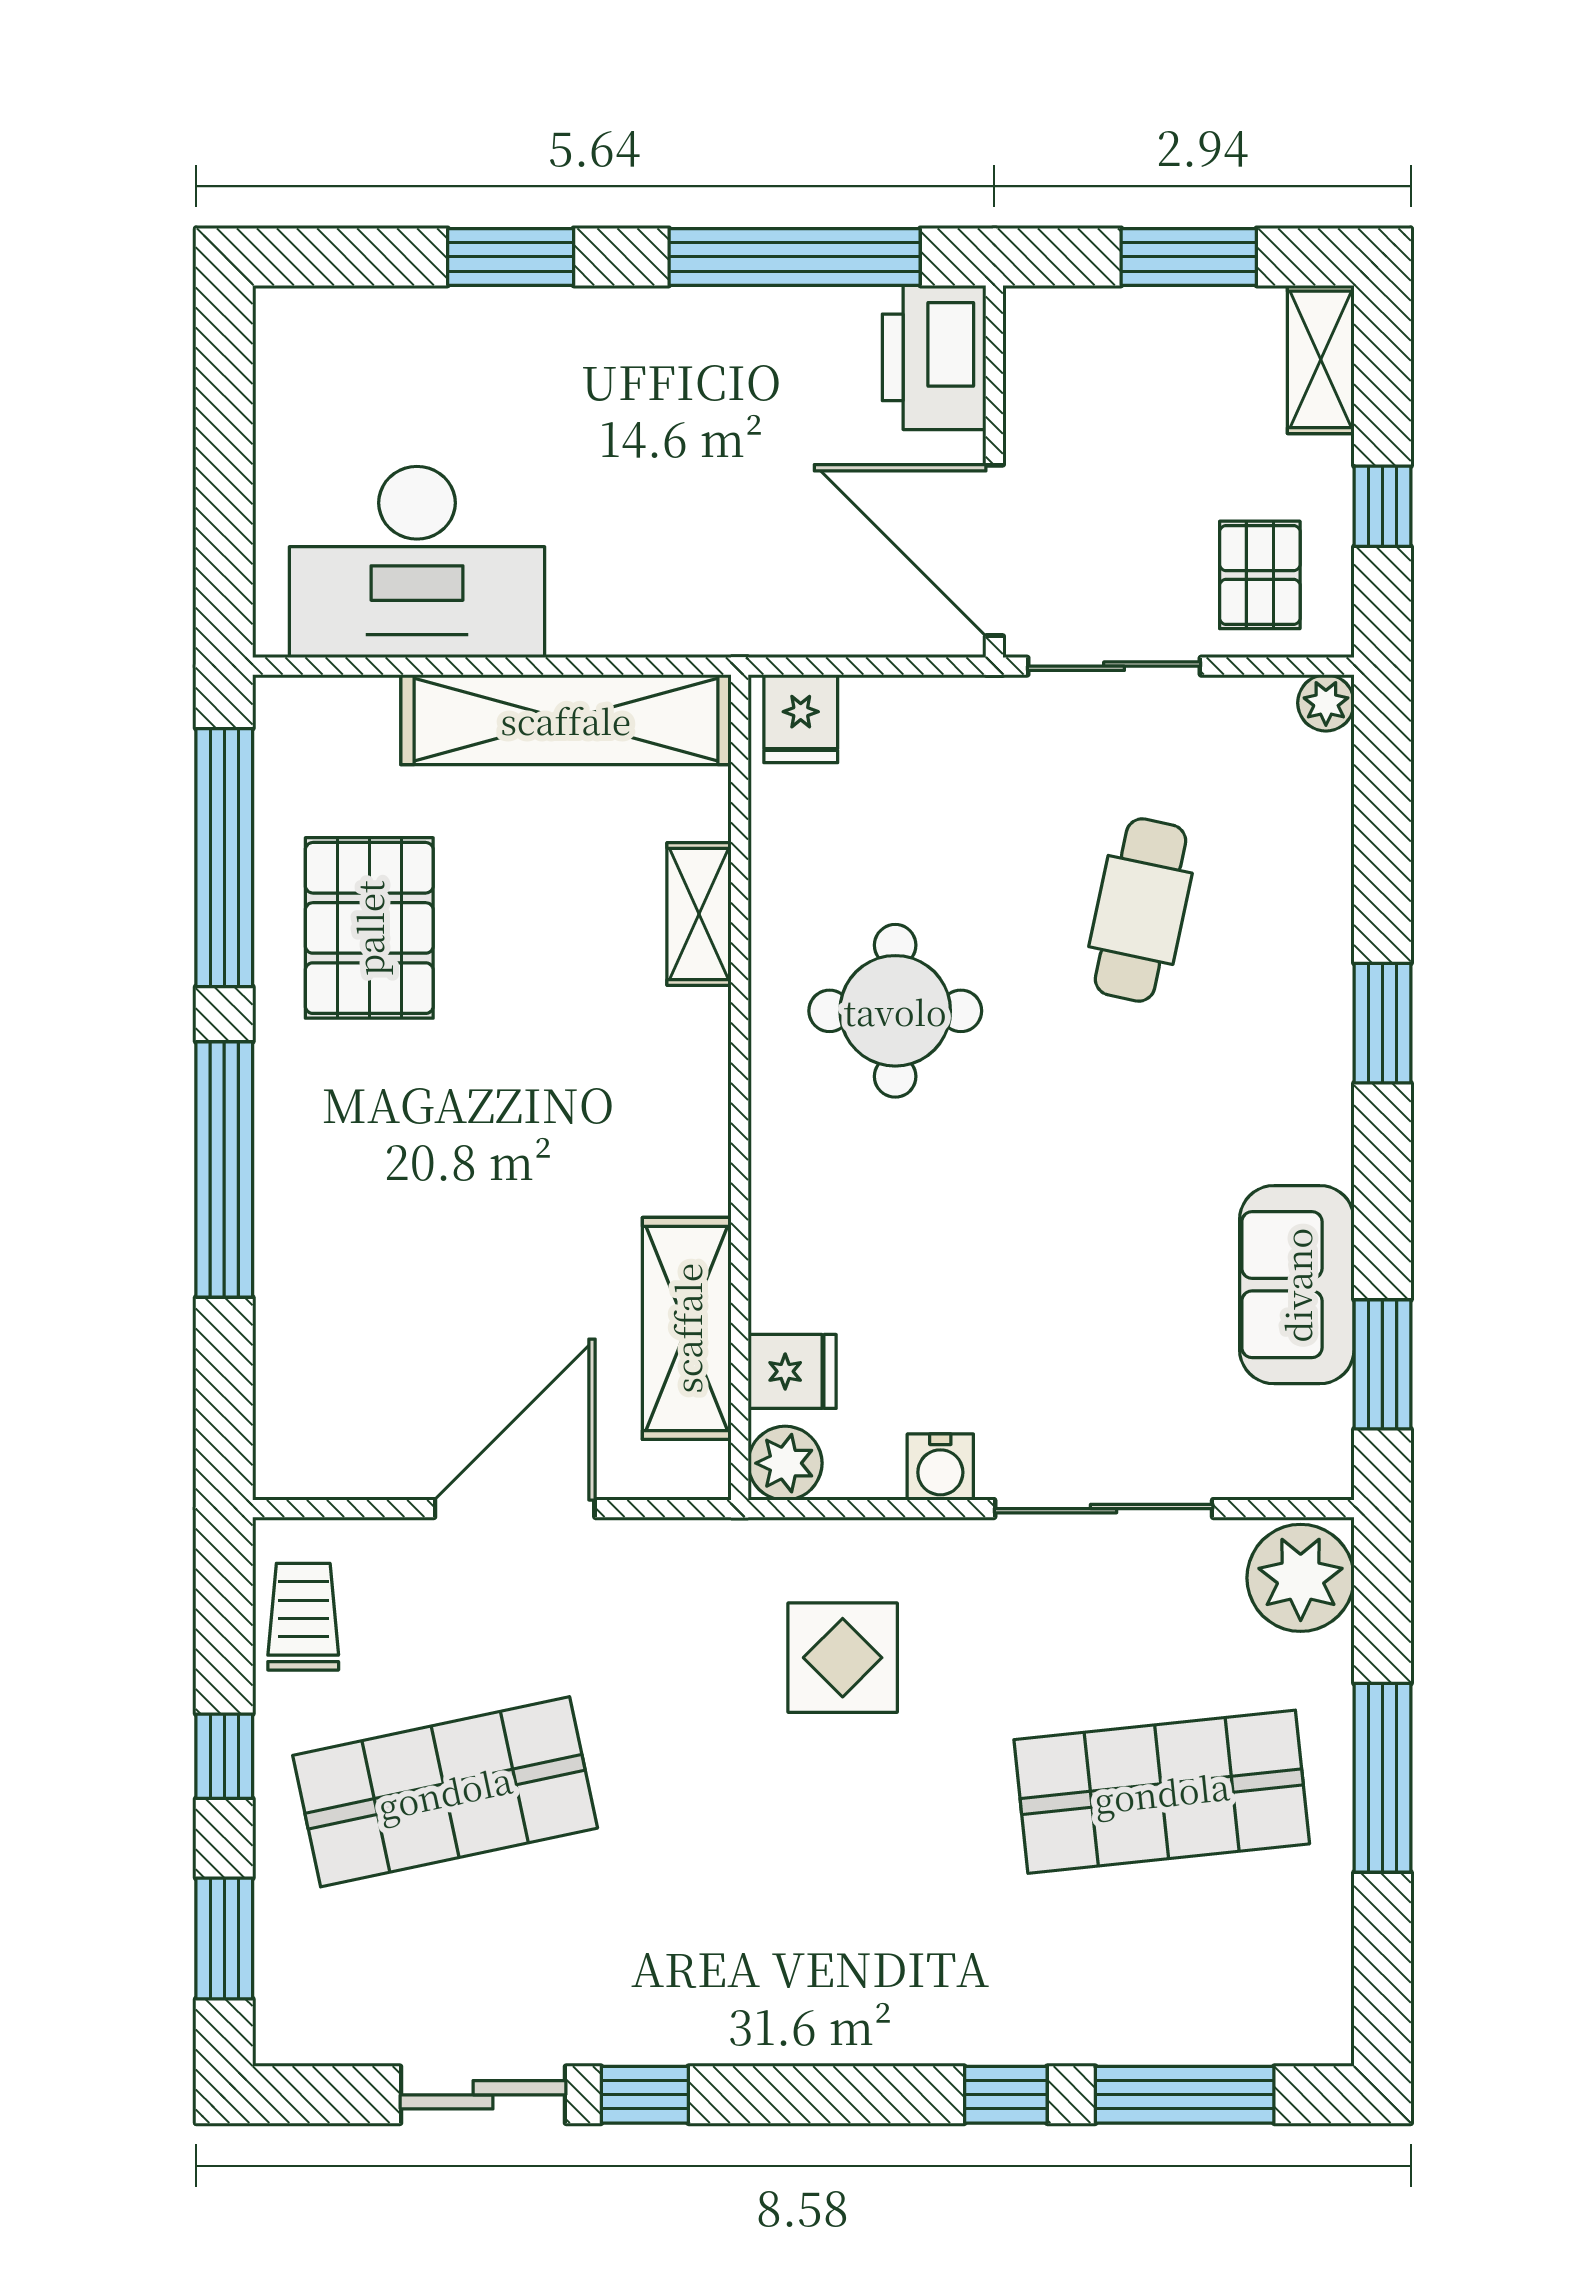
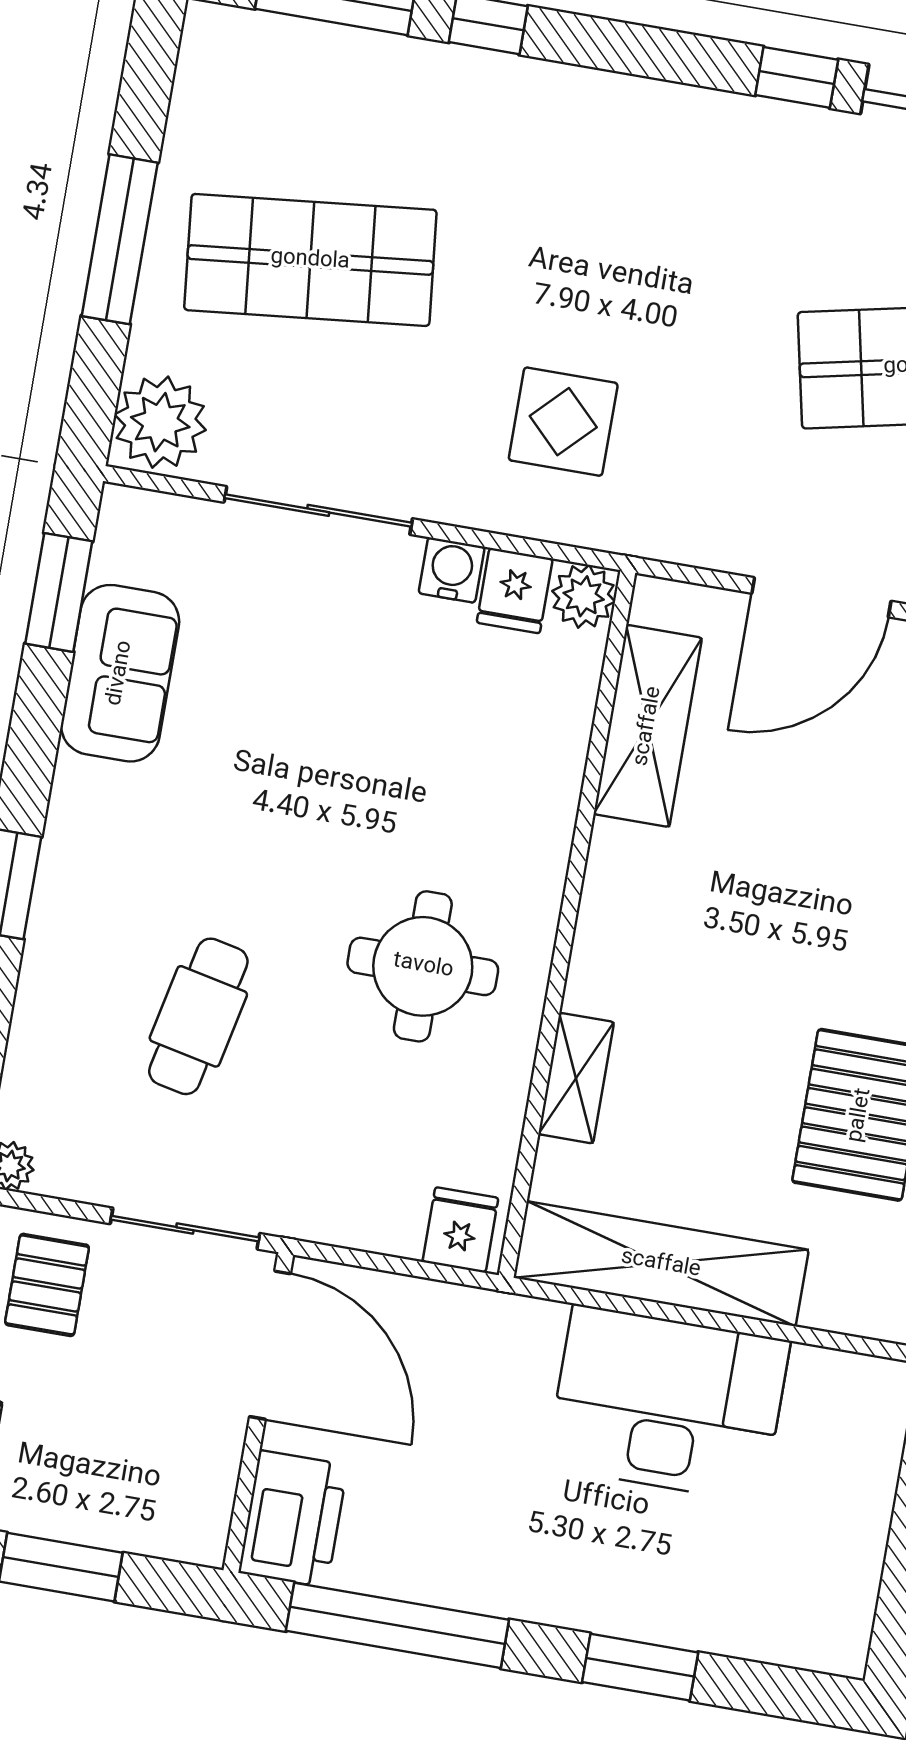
desk: (417, 562) -> (668, 1404), moved
fridge: (792, 1371) -> (515, 591), moved, turned -90

